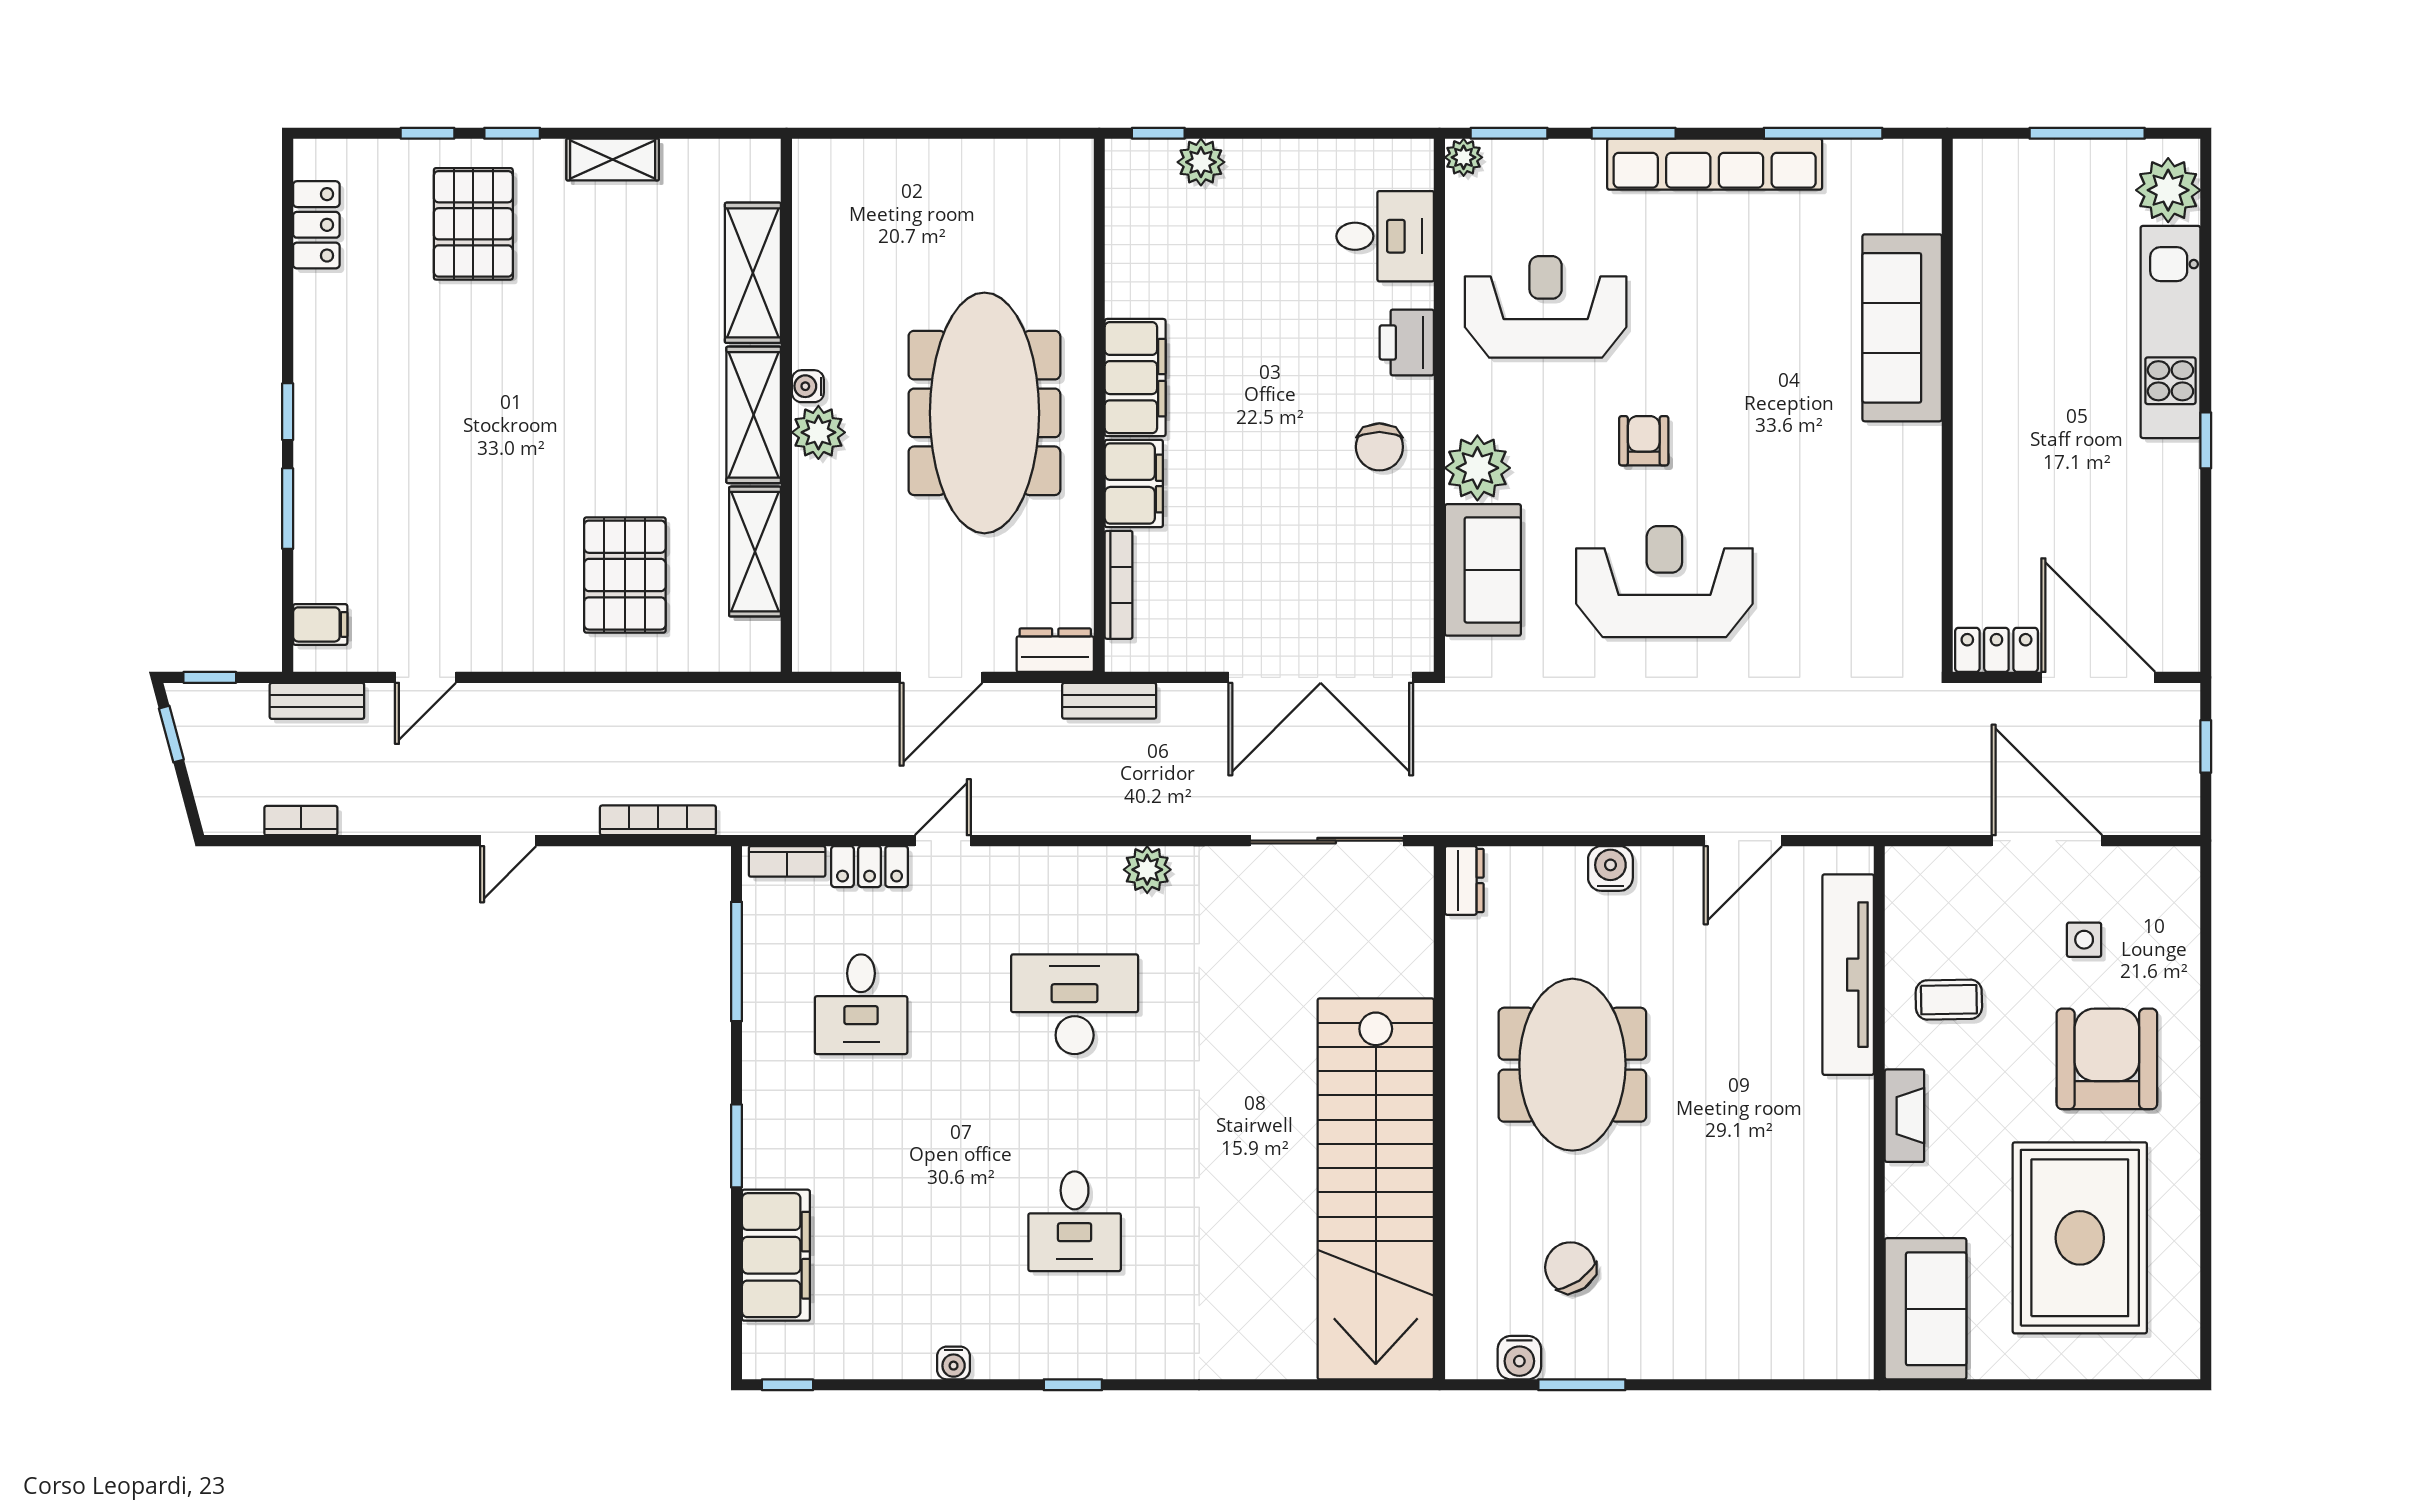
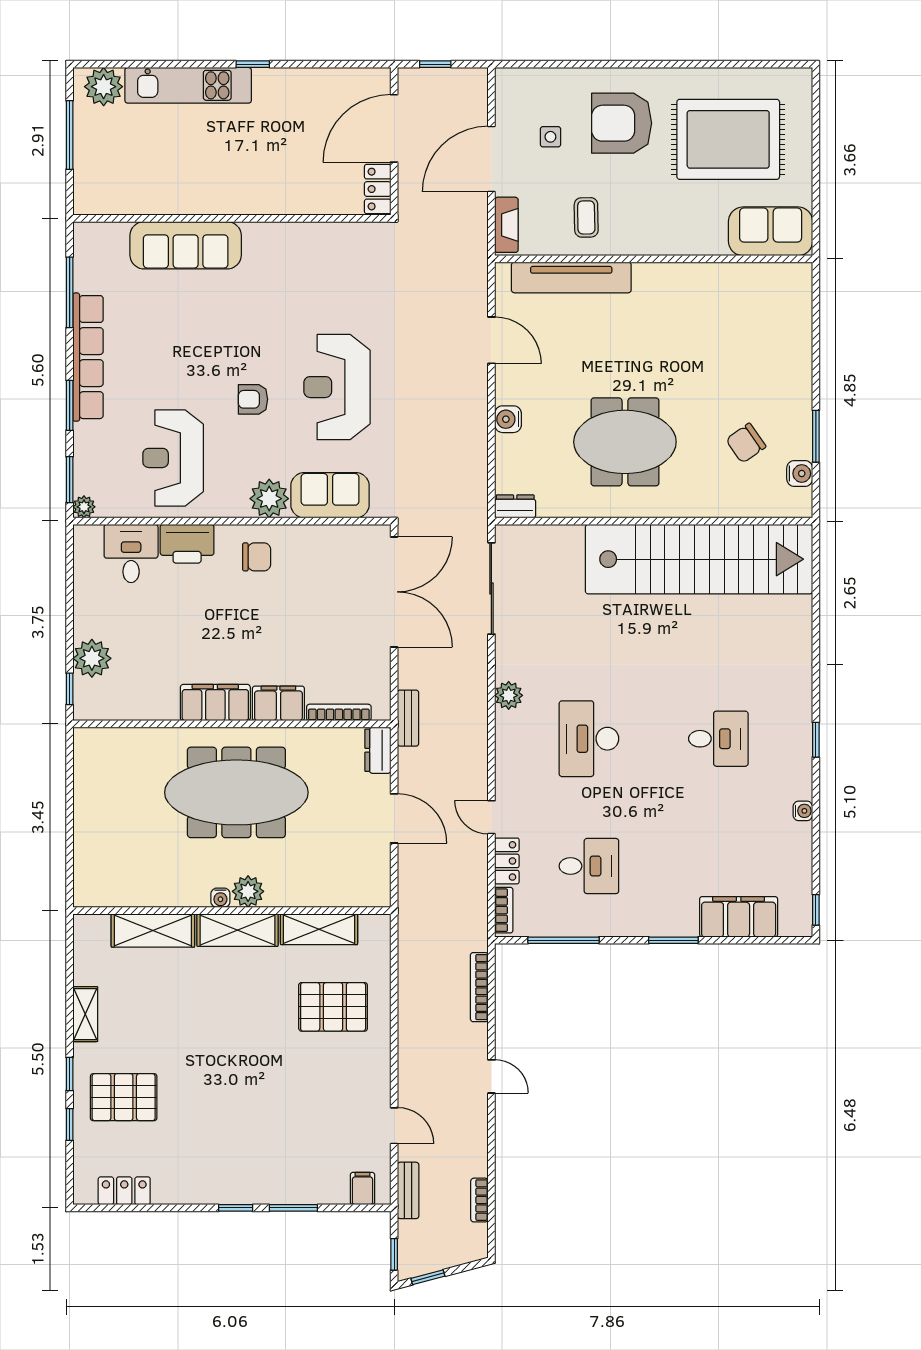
plant: (1201, 162) -> (92, 658), width x1.36, depth x1.36
printer: (1407, 342) -> (187, 544), width x1.37, depth x1.19
fireplace: (1904, 1116) -> (506, 225), moved, turned 90

